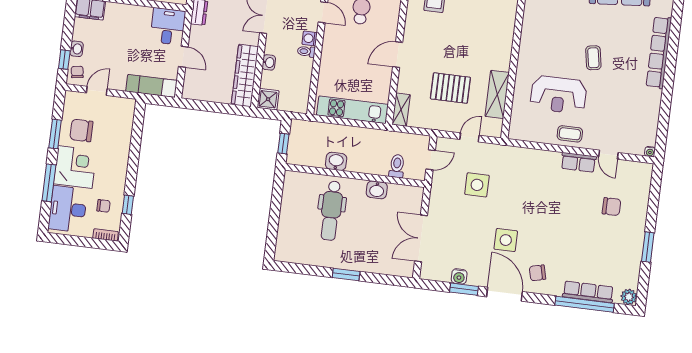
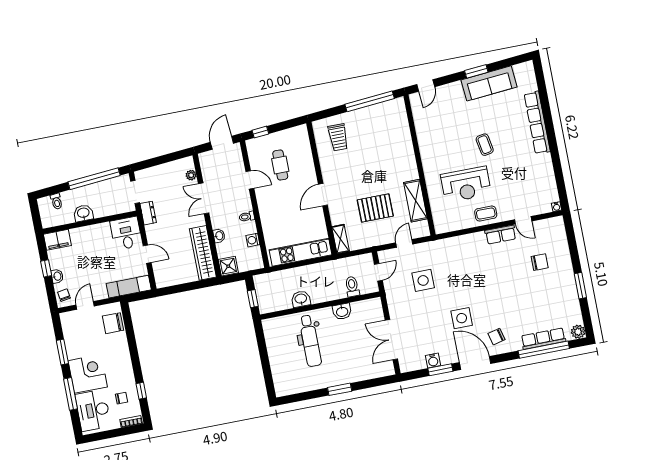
washing machine: (310, 38) -> (253, 240), moved
window: (64, 60) -> (46, 268), moved
chair: (81, 130) -> (113, 323), moved

